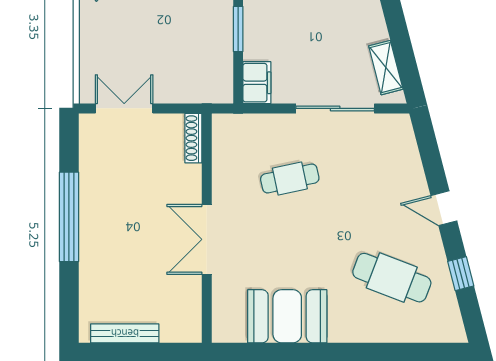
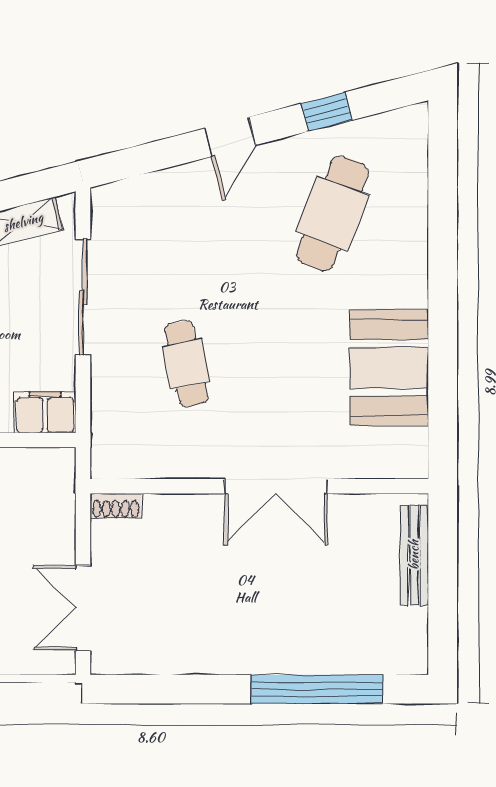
shoe rack: (193, 138) -> (116, 506), width x0.70
window: (69, 217) -> (317, 689), moved
bench: (125, 333) -> (414, 555), moved

